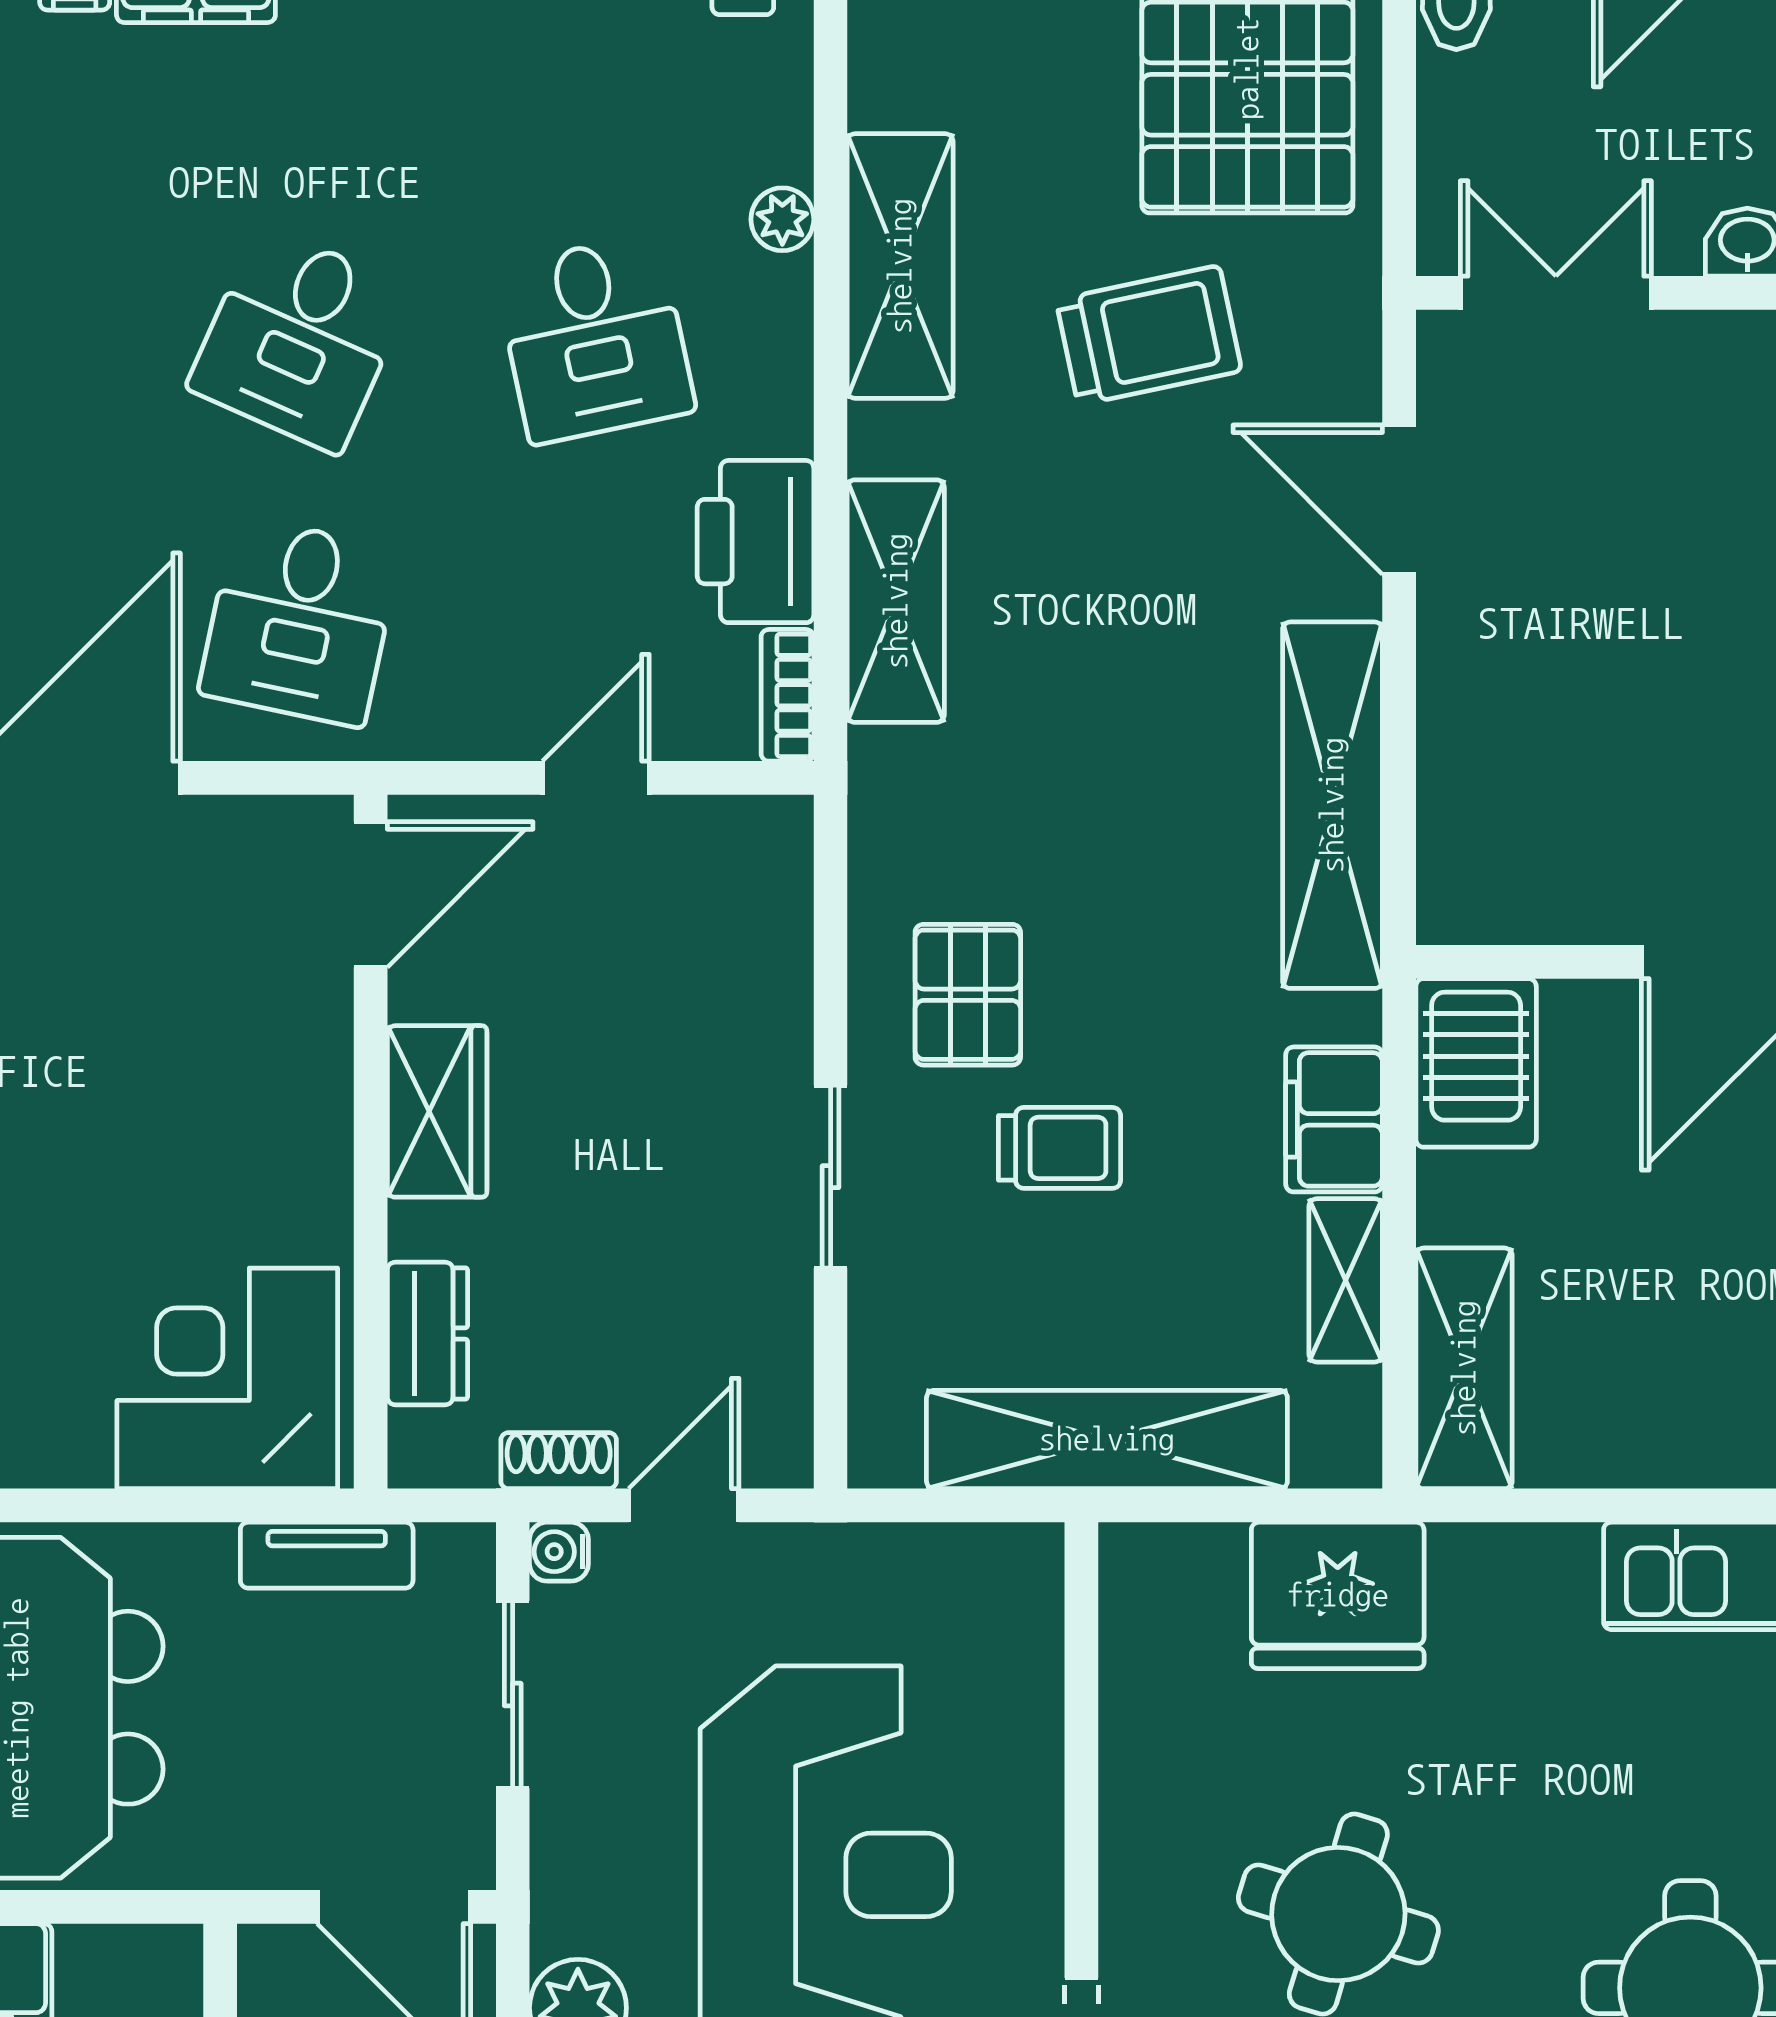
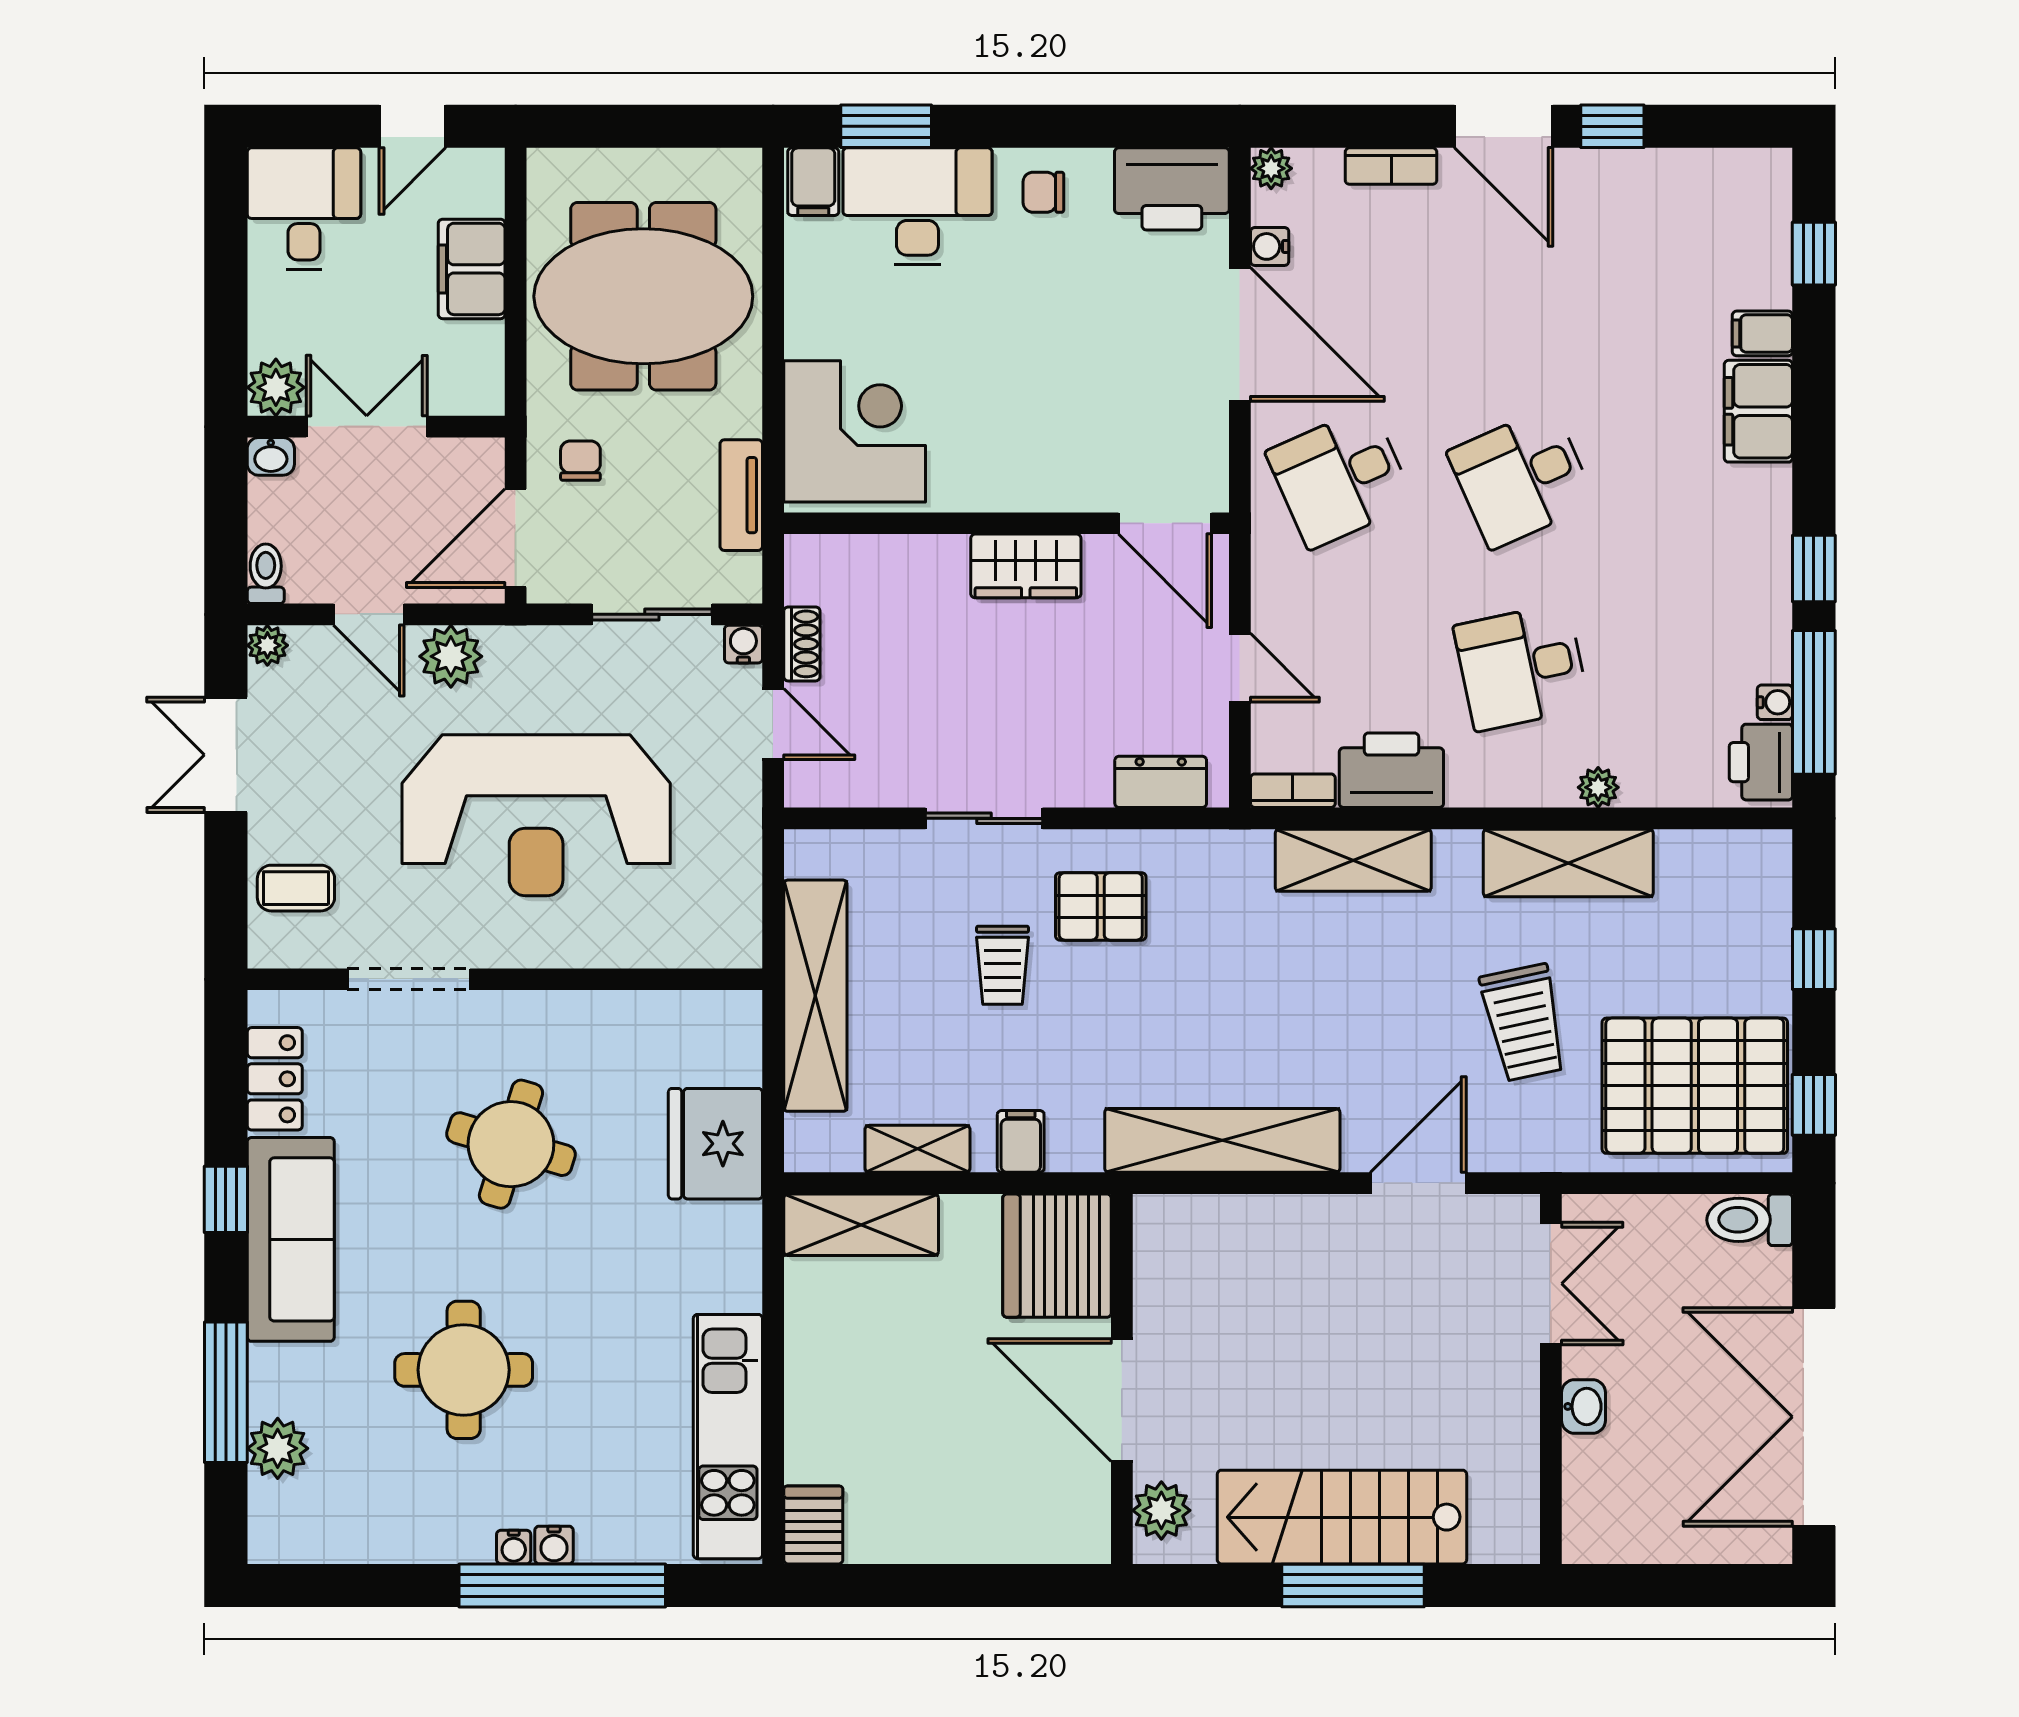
desk: (299, 339) -> (1521, 478), turned -48
desk: (299, 621) -> (1340, 478), turned -36
server rack: (1476, 1063) -> (1057, 1256), width x1.60
filing cabinet: (1334, 1119) -> (1021, 1141), width x0.50
dresser: (427, 1333) -> (1161, 782), moved, turned 180
chair: (273, 1806) -> (580, 461), added

